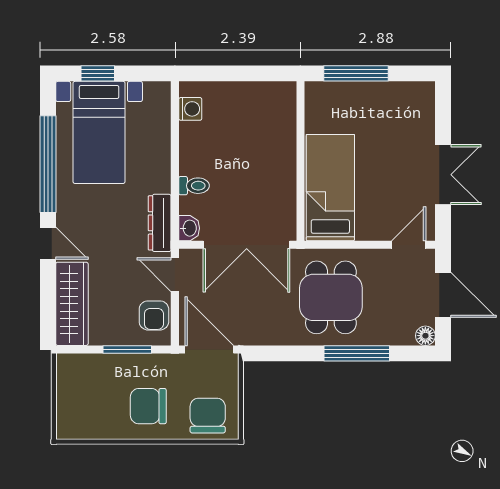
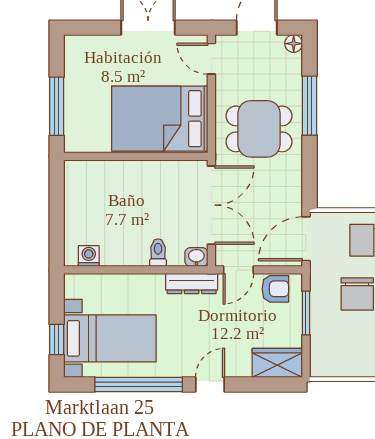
bed: (330, 188) -> (160, 119), width x1.50
wardrobe: (72, 304) -> (277, 363), width x0.67

